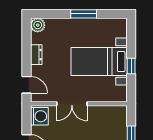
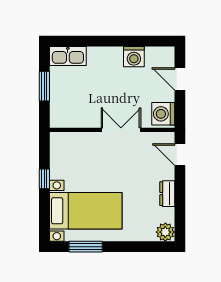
window: (84, 14) -> (86, 247), moved
bed with nightstands: (99, 62) -> (86, 211), moved

